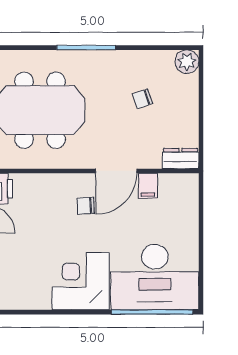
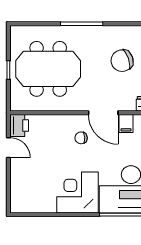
chair: (142, 99) -> (122, 61), width x1.87, depth x1.87
door: (116, 171) -> (103, 113), hinge flipped

